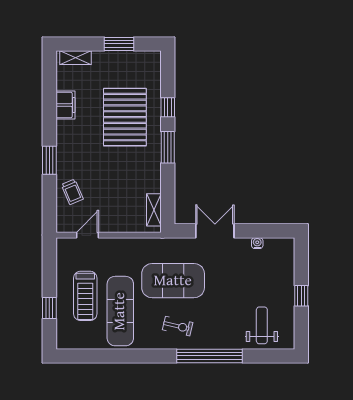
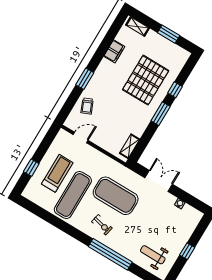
treadmill: (85, 296) -> (57, 173), turned 180
weight bench: (262, 325) -> (153, 255), turned -90

